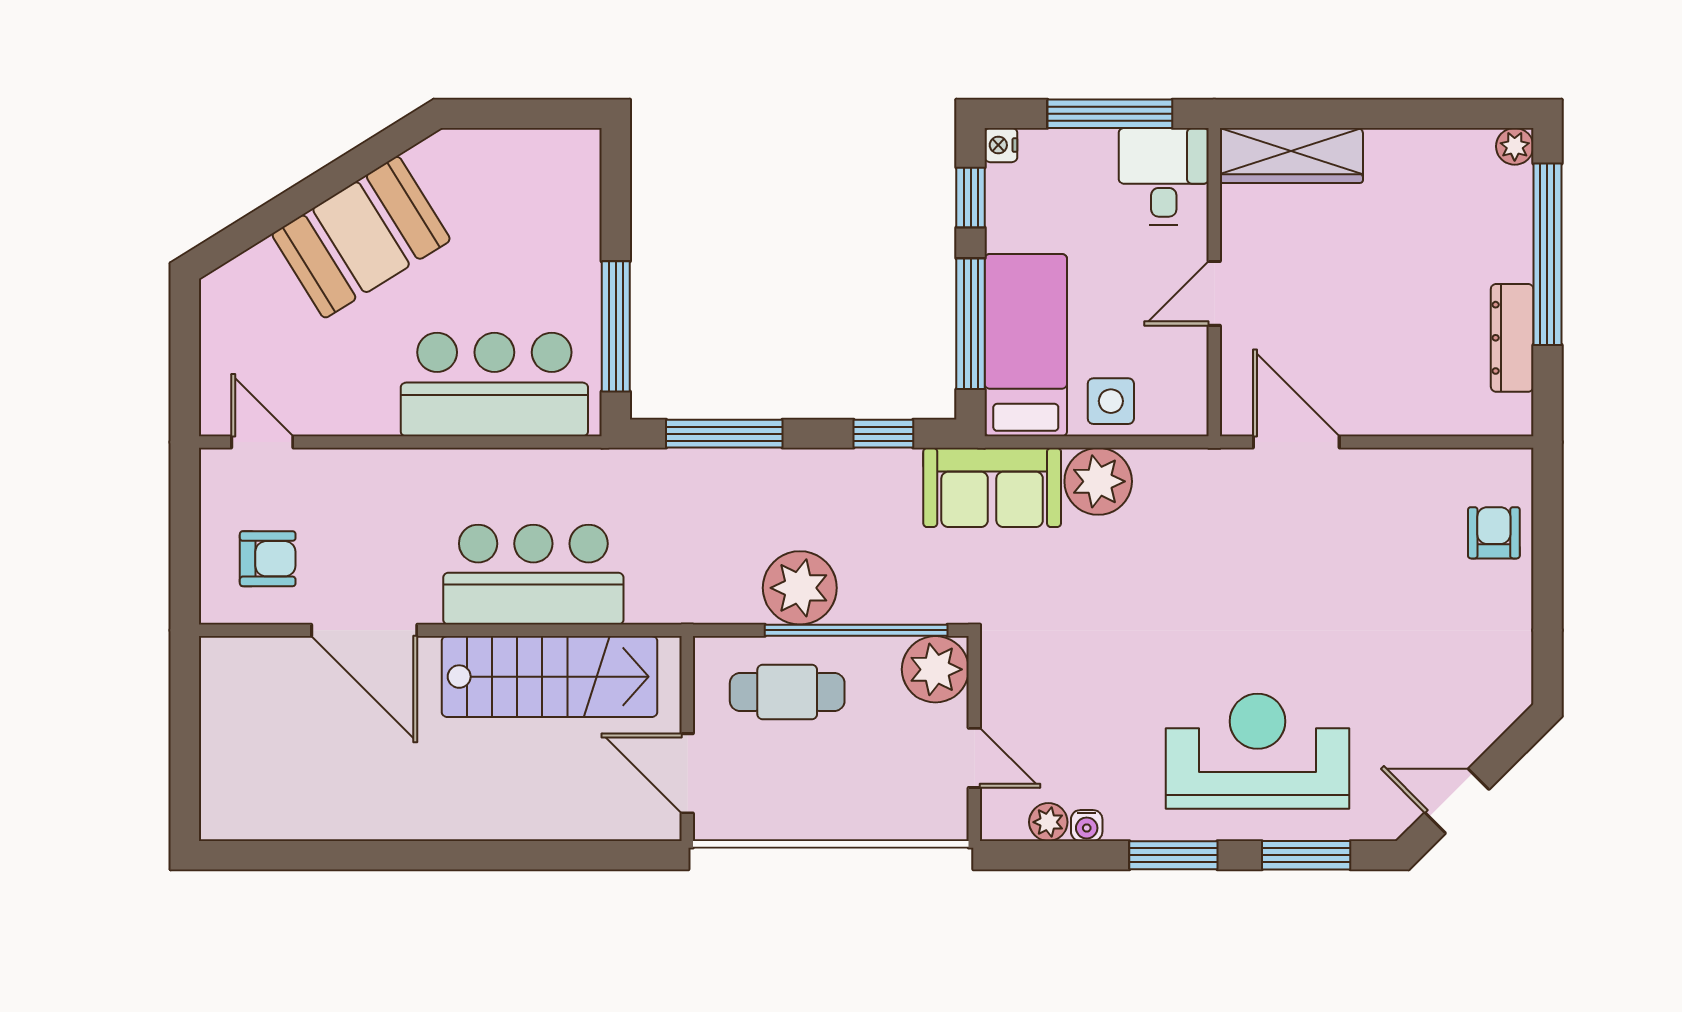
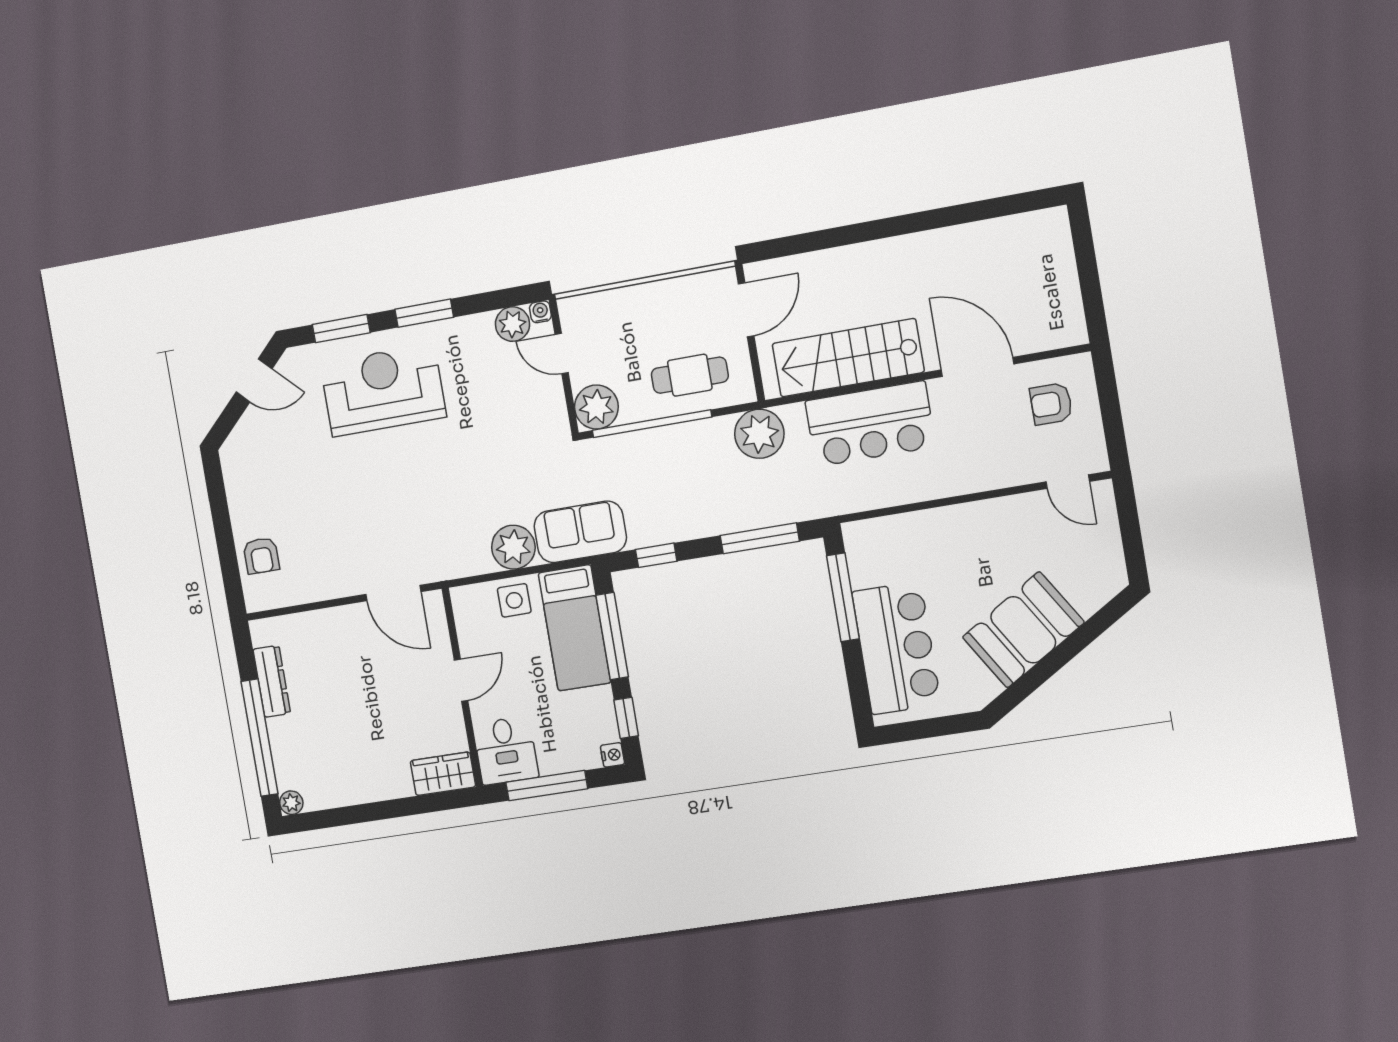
wardrobe: (1291, 155) -> (443, 774), width x0.67
bar counter: (494, 385) -> (896, 648), moved, turned -90
plant: (800, 588) -> (759, 434), moved
reception desk: (1258, 751) -> (383, 390), turned 180
door: (687, 773) -> (746, 310), hinge flipped
plant: (1048, 822) -> (513, 324), width x1.38, depth x1.38
water cooler: (1087, 826) -> (540, 312), moved

